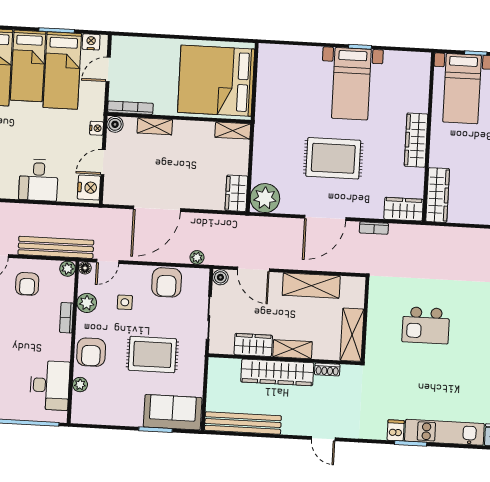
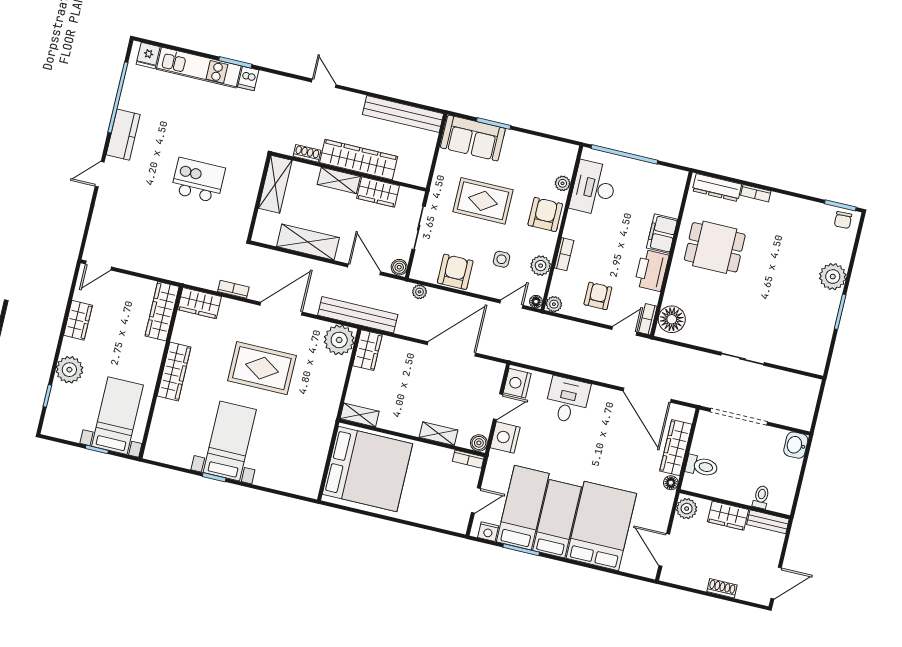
bookcase: (130, 108) -> (468, 459), width x0.64
nightstand: (97, 128) -> (505, 437), width x1.89, depth x1.79
bench: (56, 247) -> (358, 315), moved

